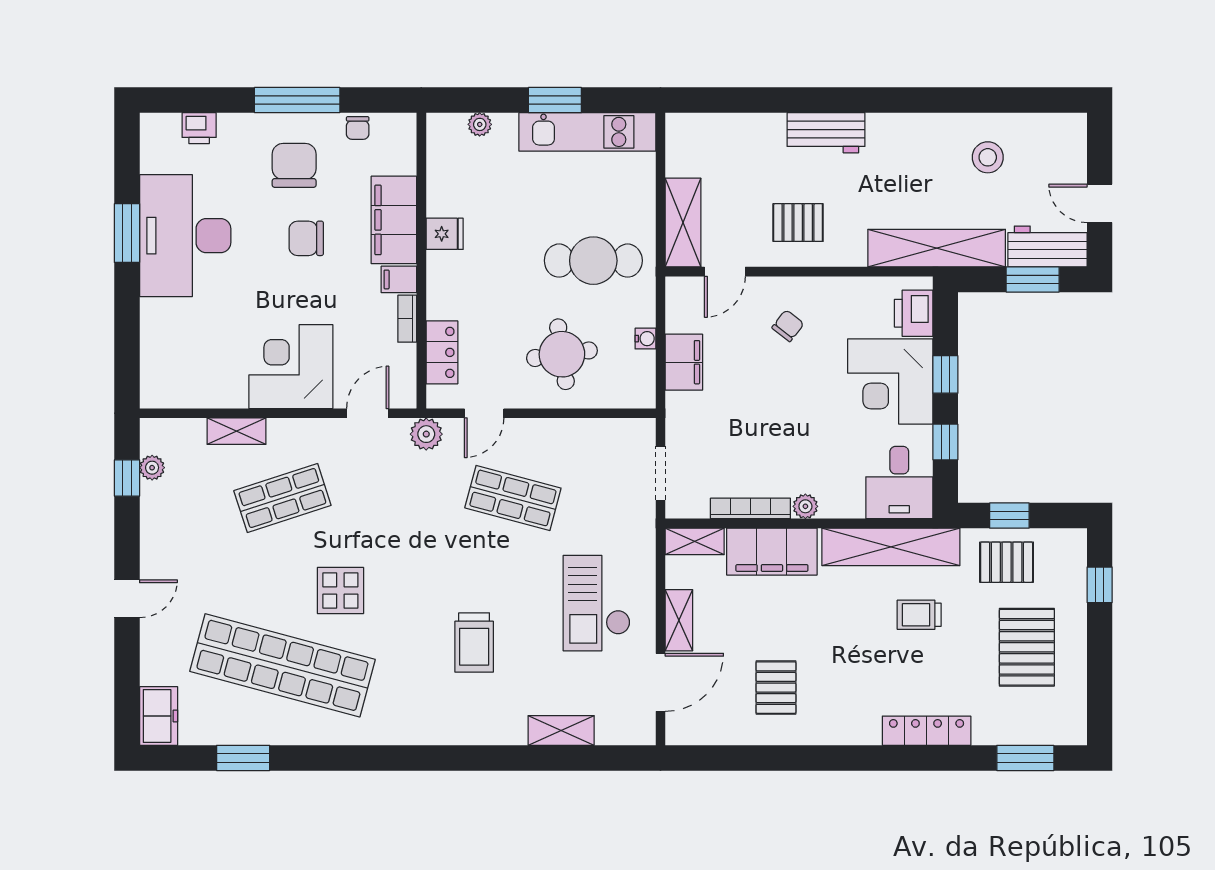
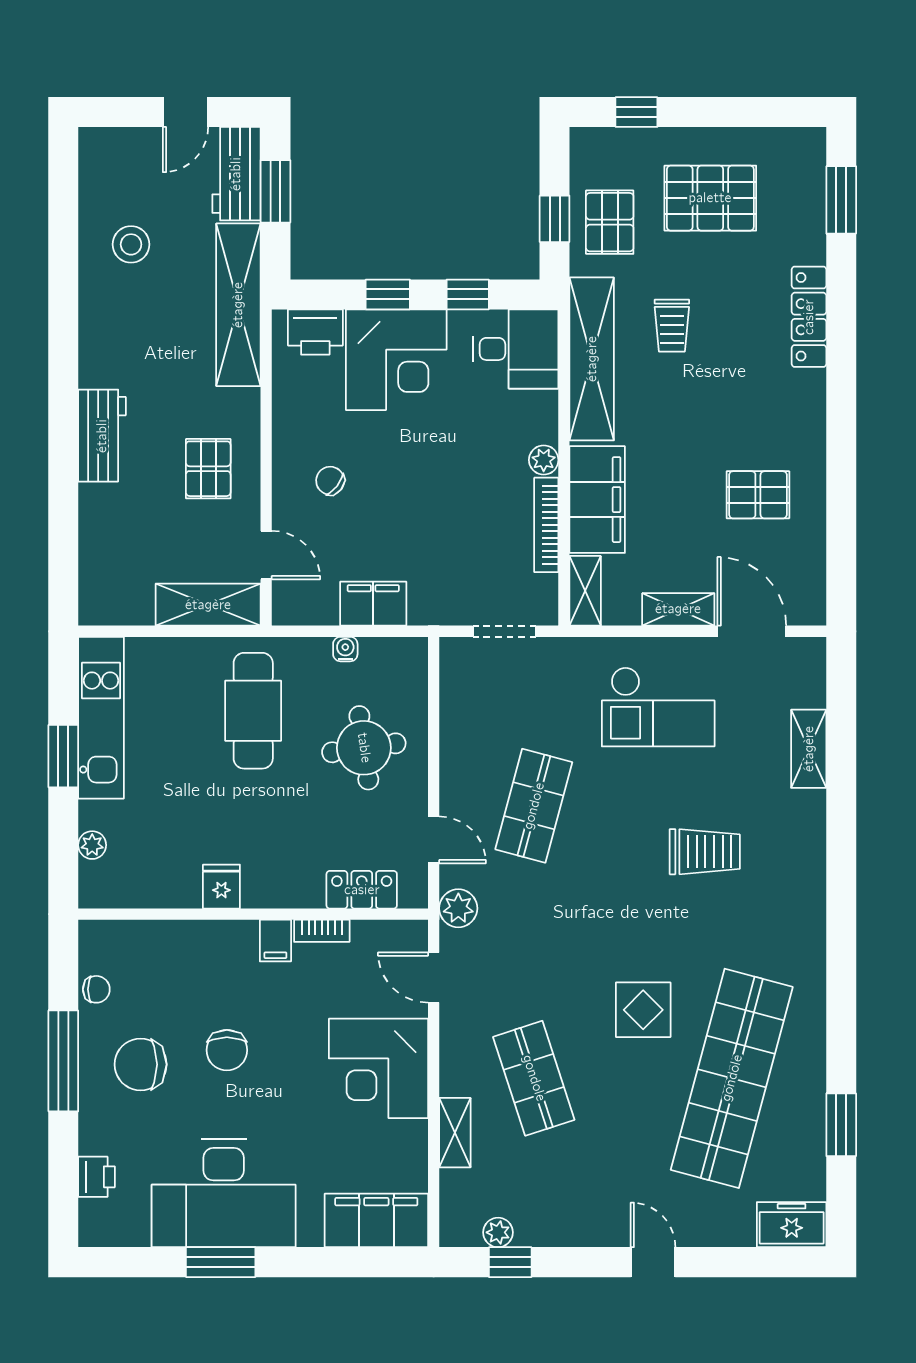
filing cabinet: (394, 220) -> (376, 1220), moved, turned 180

